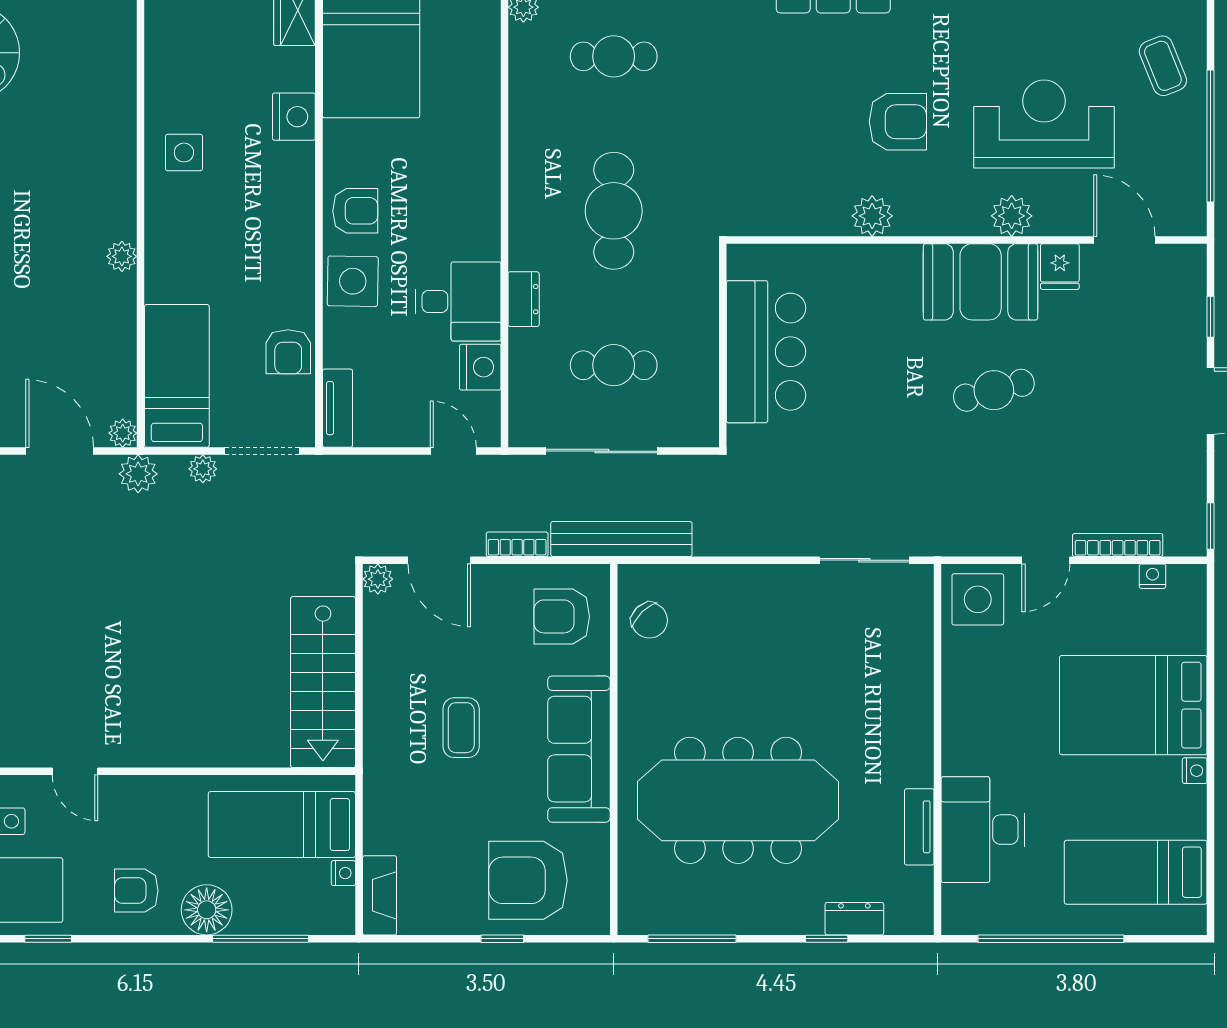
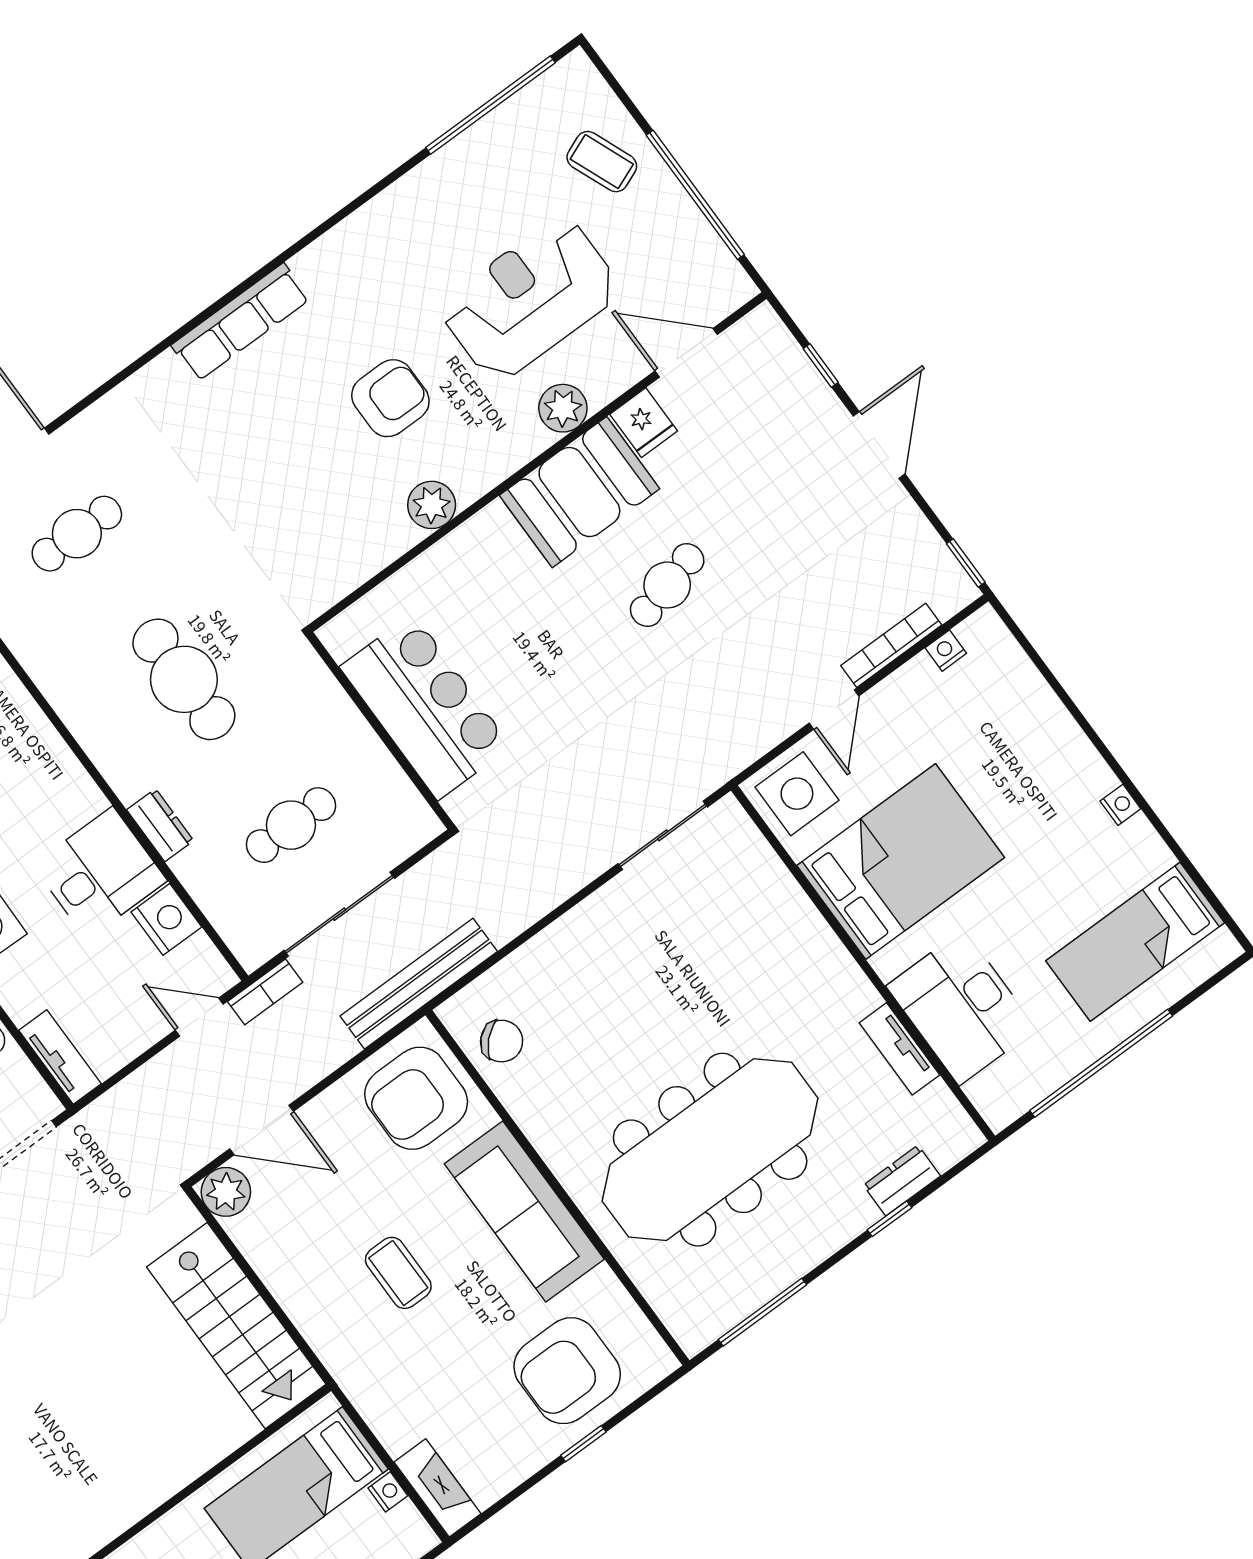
bookcase: (517, 544) -> (265, 992), moved, turned 180
plant: (378, 579) -> (226, 1192), width x1.38, depth x1.38
armchair: (562, 616) -> (416, 1098), width x1.36, depth x1.36
bed: (1133, 705) -> (901, 861), moved, turned 180

